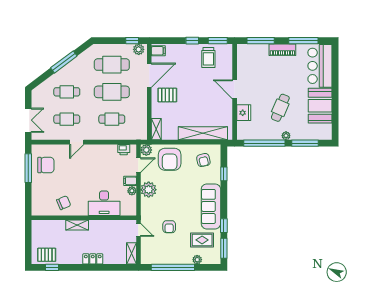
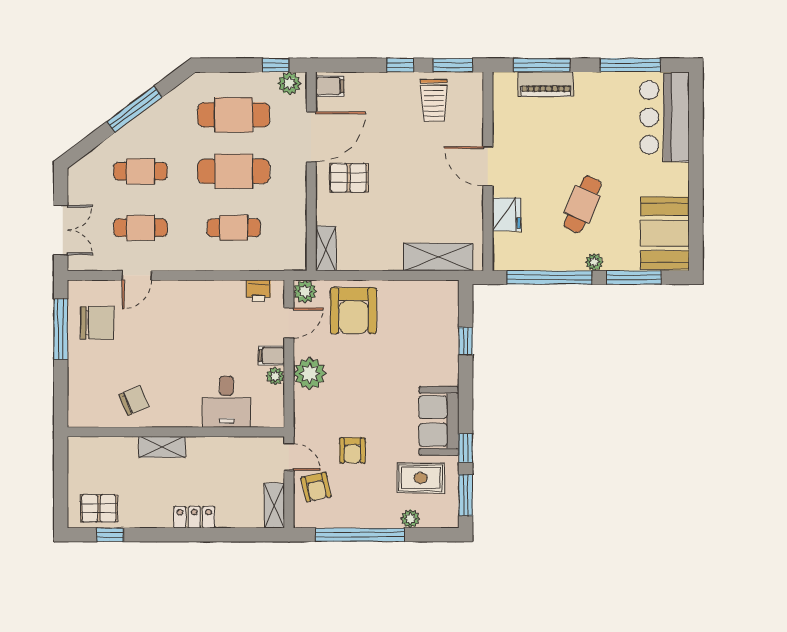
piano: (282, 50) -> (546, 84), moved
booth: (320, 106) -> (665, 233), moved
shelving: (203, 133) -> (438, 257), width x0.68
door: (77, 142) -> (137, 275), moved
armchair: (203, 160) -> (316, 487), moved
desk: (104, 203) -> (226, 402), width x0.73
sofa: (211, 206) -> (439, 421), width x0.73

